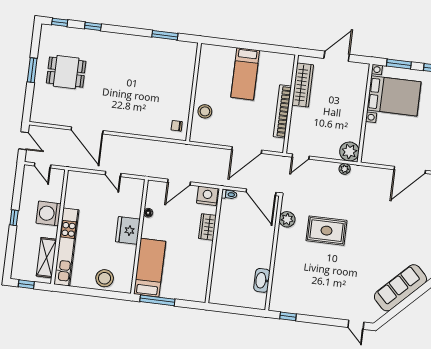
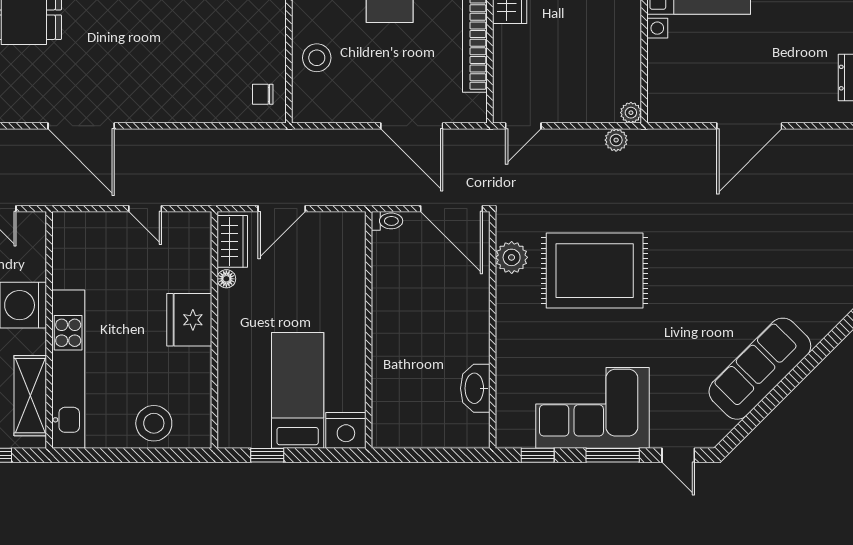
door: (247, 150) -> (412, 126), hinge flipped
plant: (349, 151) -> (631, 113), width x0.53, depth x0.53
nightstand: (207, 196) -> (346, 430), moved, turned 180
wardrobe: (207, 227) -> (232, 241), moved, turned 180
rug: (326, 231) -> (595, 271), width x1.37, depth x1.44
bed: (150, 268) -> (298, 390), moved
corner sofa: (317, 297) -> (592, 408), added
window: (157, 300) -> (267, 455), width x0.46
window: (324, 321) -> (613, 455), added

